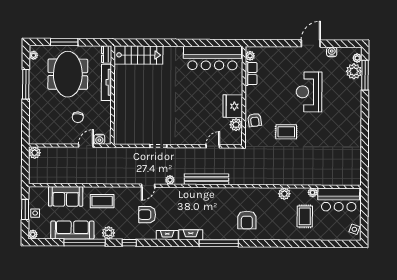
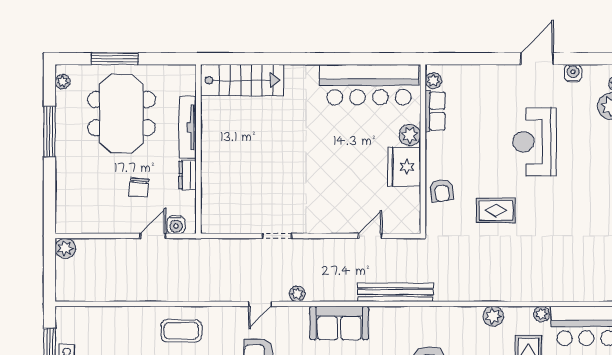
dresser: (107, 54) -> (188, 175), moved
plant: (236, 125) -> (410, 135), moved
bench: (207, 179) -> (396, 292), moved
sofa: (66, 196) -> (339, 323), moved

